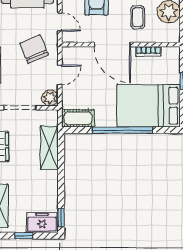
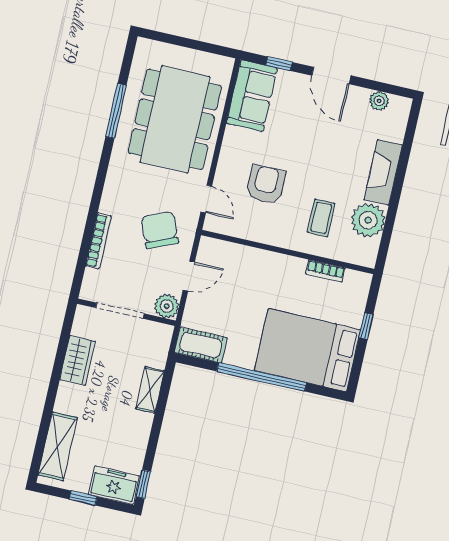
door: (112, 45) -> (275, 249), removed
shelving: (49, 148) -> (150, 390), width x0.67, depth x0.75

